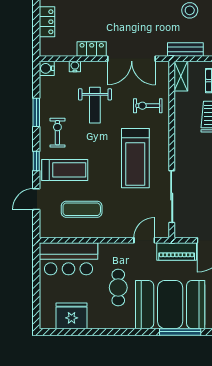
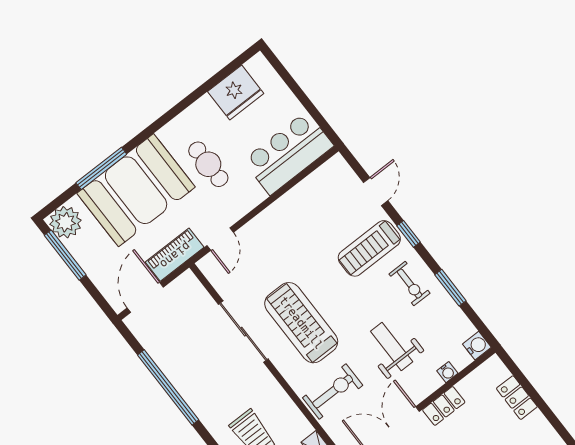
exercise bike: (148, 106) -> (333, 391), width x1.38, depth x1.39
sliding door: (172, 197) -> (243, 332), moved
exercise mat: (82, 209) -> (317, 219), removed

